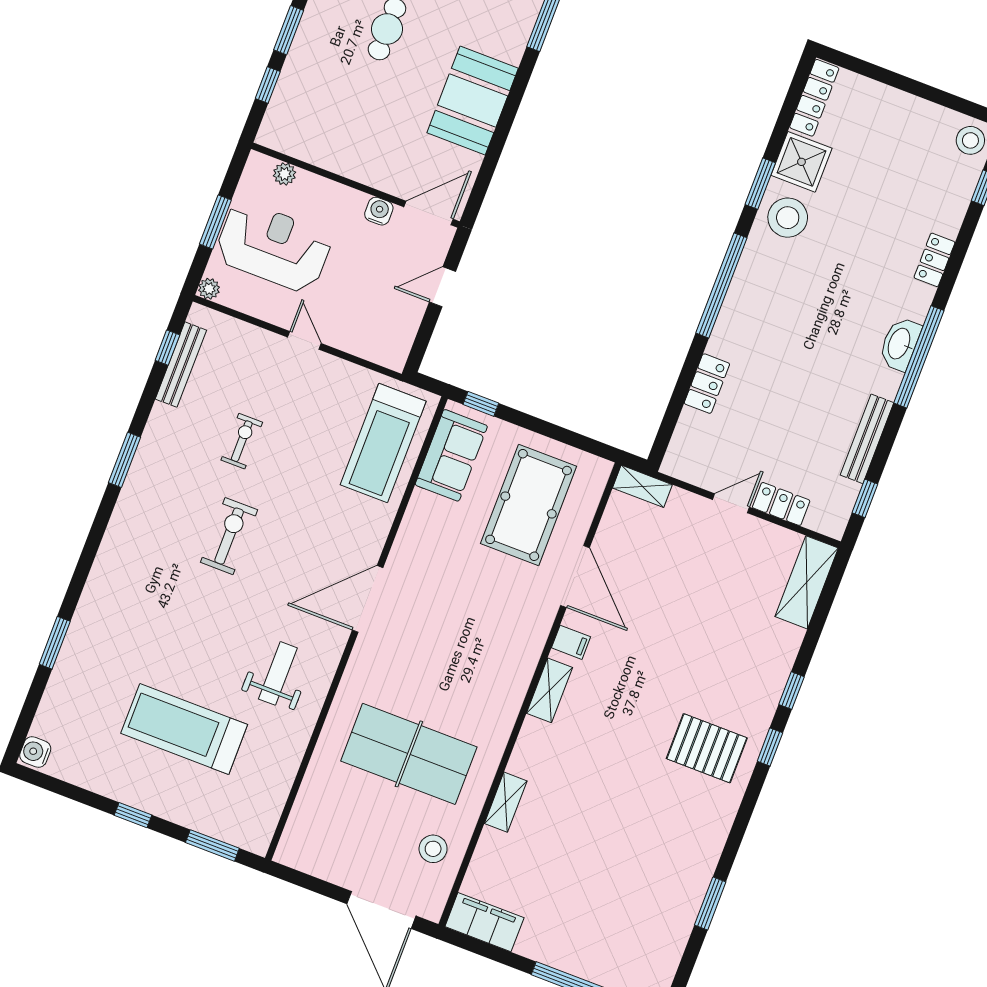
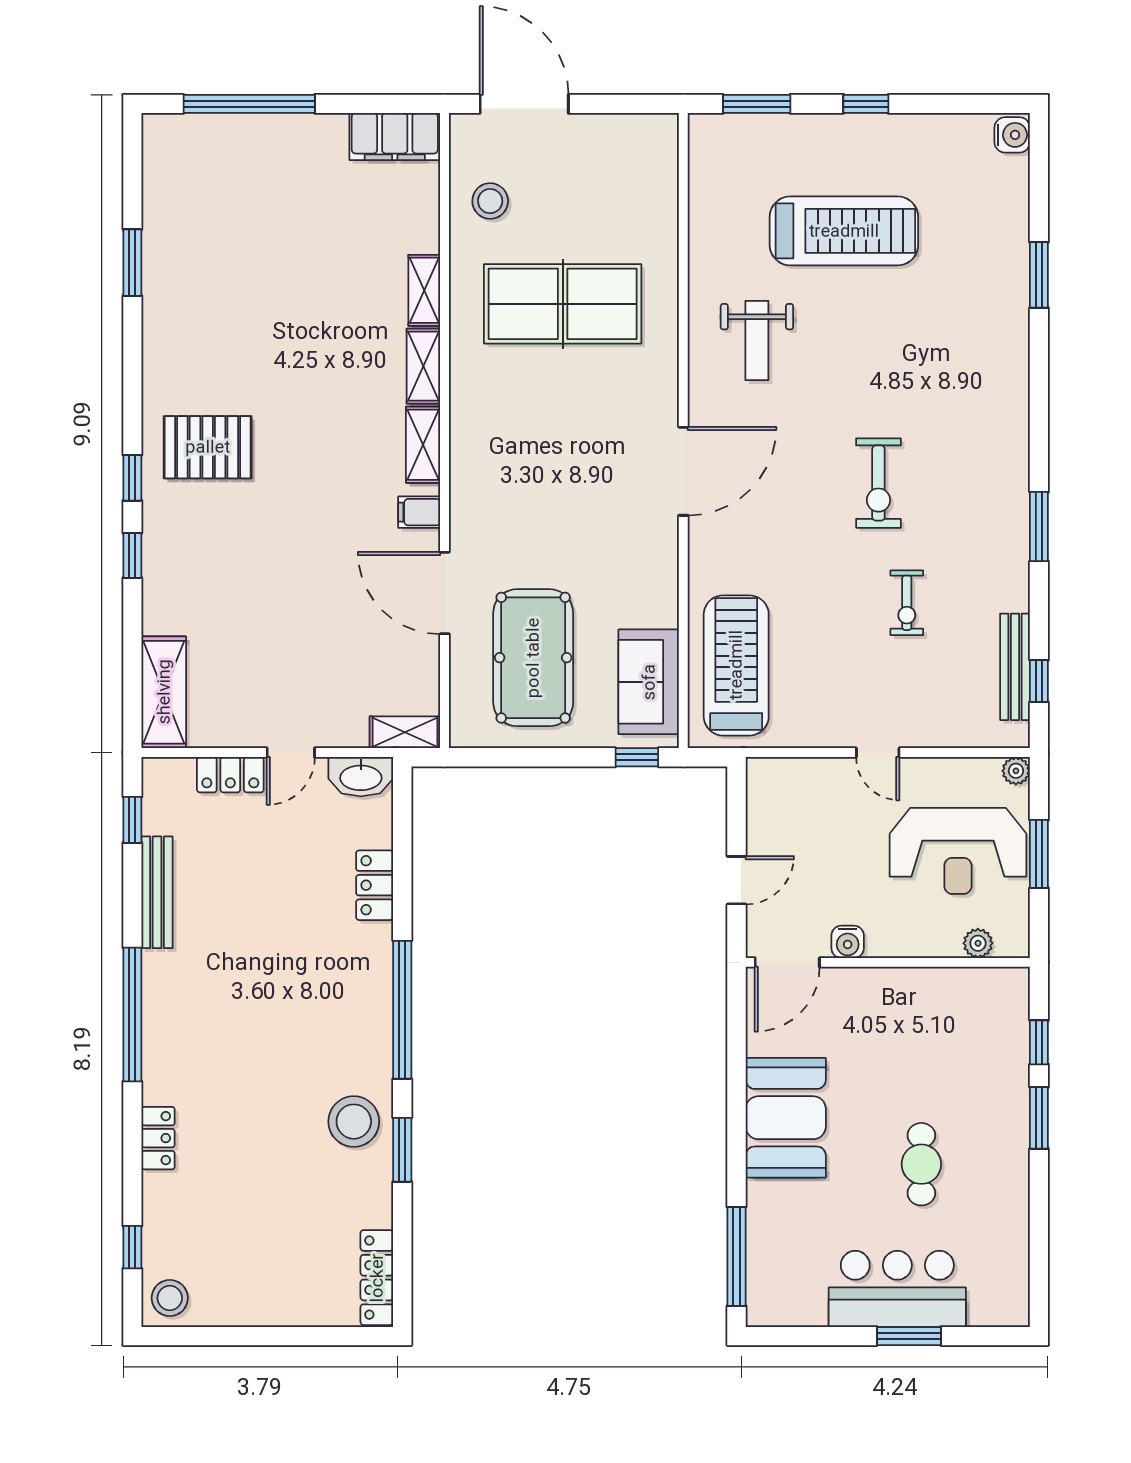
shower: (801, 162) -> (363, 1195), removed
washbasin: (900, 344) -> (361, 777), moved, turned 90
shelving: (527, 747) -> (423, 366), added

